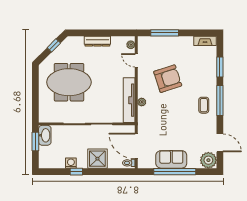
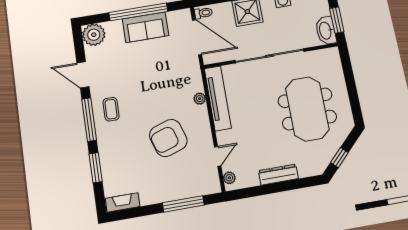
door: (136, 60) -> (218, 156), hinge flipped
meeting table: (69, 82) -> (307, 109), turned 90
door: (220, 143) -> (83, 75), moved

